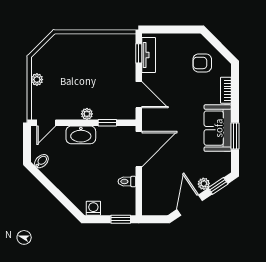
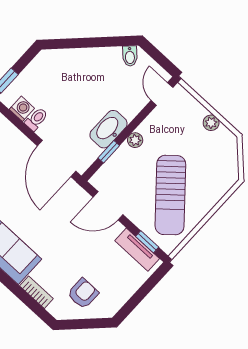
sun lounger: (100, 65) -> (170, 195), added
washbasin: (81, 135) -> (108, 129), moved
washing machine: (93, 208) -> (22, 109), moved, turned -90

